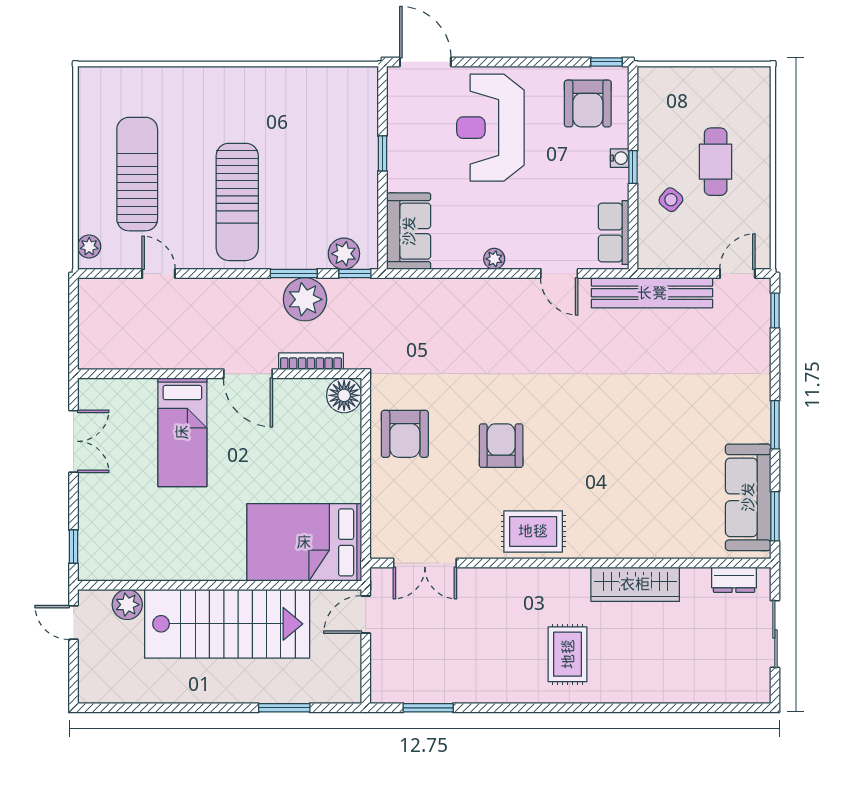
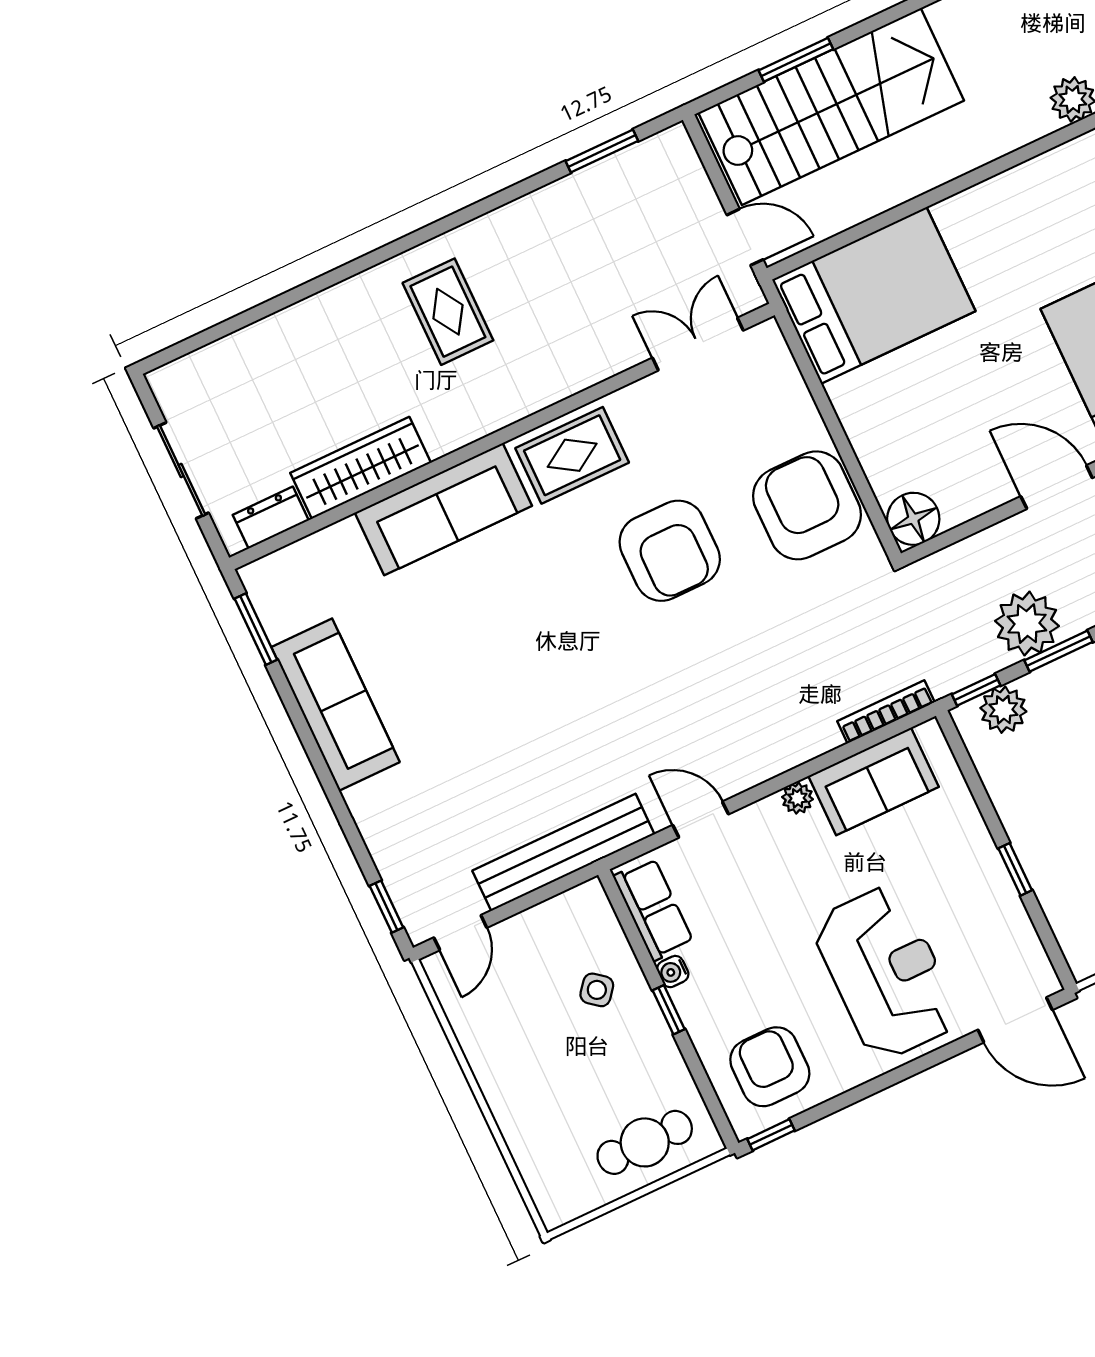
water cooler: (620, 158) -> (673, 972), moved
cafe table: (716, 162) -> (645, 1142), moved, turned 90
sofa: (409, 231) -> (873, 781), moved, turned -90
bookcase: (311, 361) -> (886, 712), moved, turned 180
window: (775, 425) -> (314, 752), removed
armchair: (405, 434) -> (807, 505), width x1.36, depth x1.36
armchair: (501, 446) -> (670, 551), width x1.36, depth x1.36
sofa: (748, 497) -> (335, 705), moved
sofa: (627, 536) -> (443, 509), added
wardrobe: (635, 584) -> (361, 468), moved
door: (366, 615) -> (745, 237), hinge flipped
stairs: (227, 624) -> (831, 107), moved, turned 180

